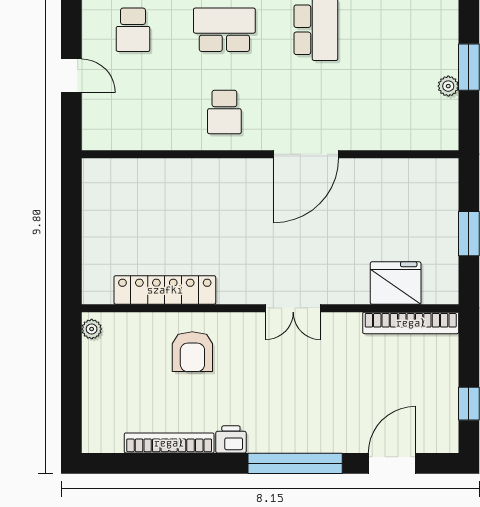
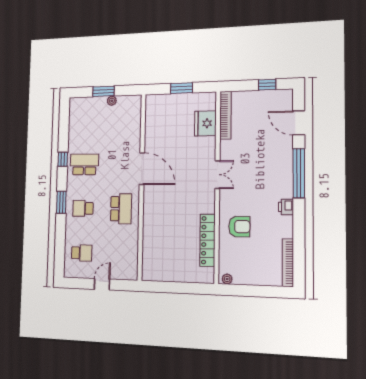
school desk: (224, 30) -> (83, 208), width x0.54
school desk: (224, 112) -> (121, 209), width x1.85
bookcase: (169, 443) -> (288, 263), moved

